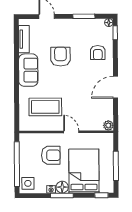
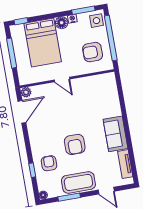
window: (115, 33) -> (32, 170), moved
armchair: (60, 57) -> (75, 144), moved
door: (115, 87) -> (22, 112), moved
coffee table: (45, 107) -> (78, 182), moved
armchair: (51, 155) -> (93, 52), moved
window: (62, 195) -> (83, 10), moved

